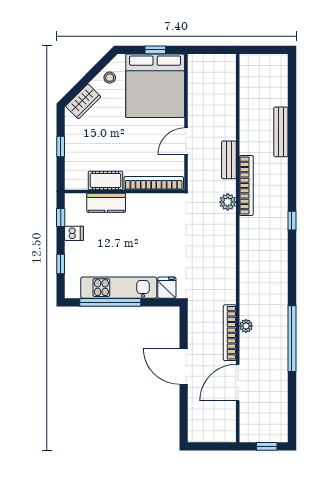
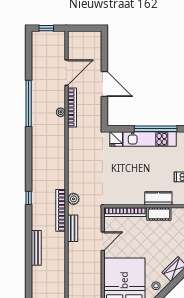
window: (292, 221) -> (29, 198), moved

